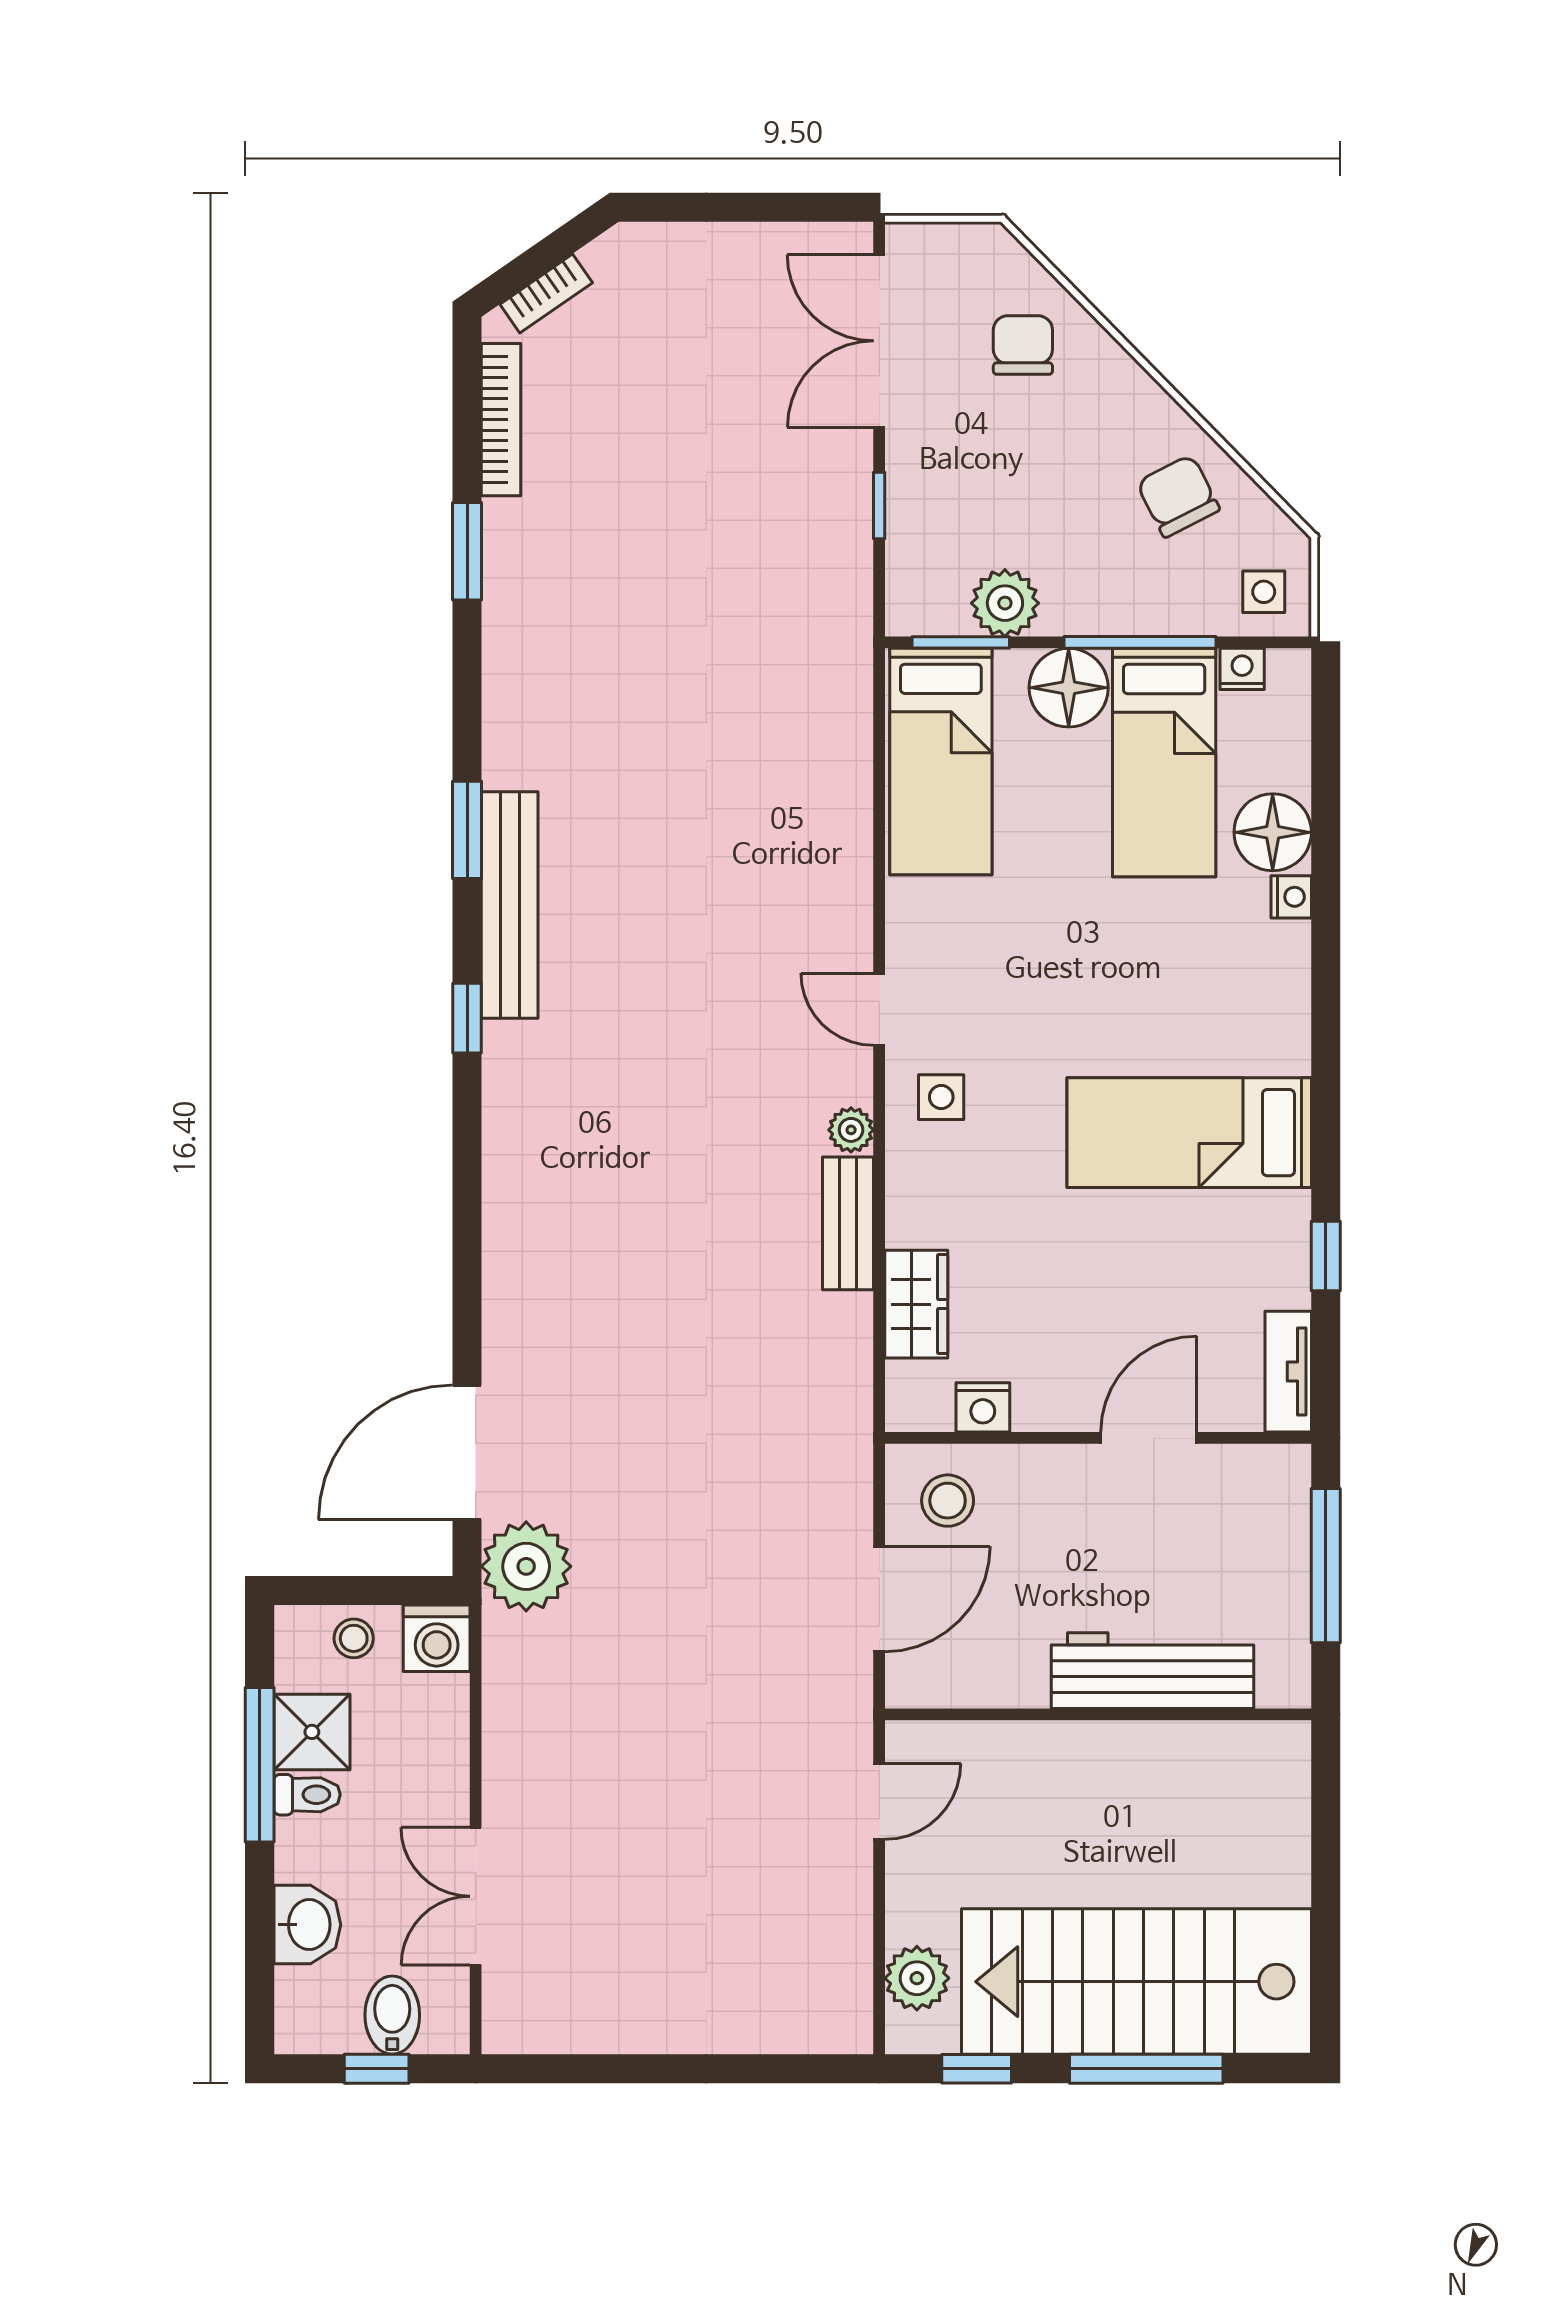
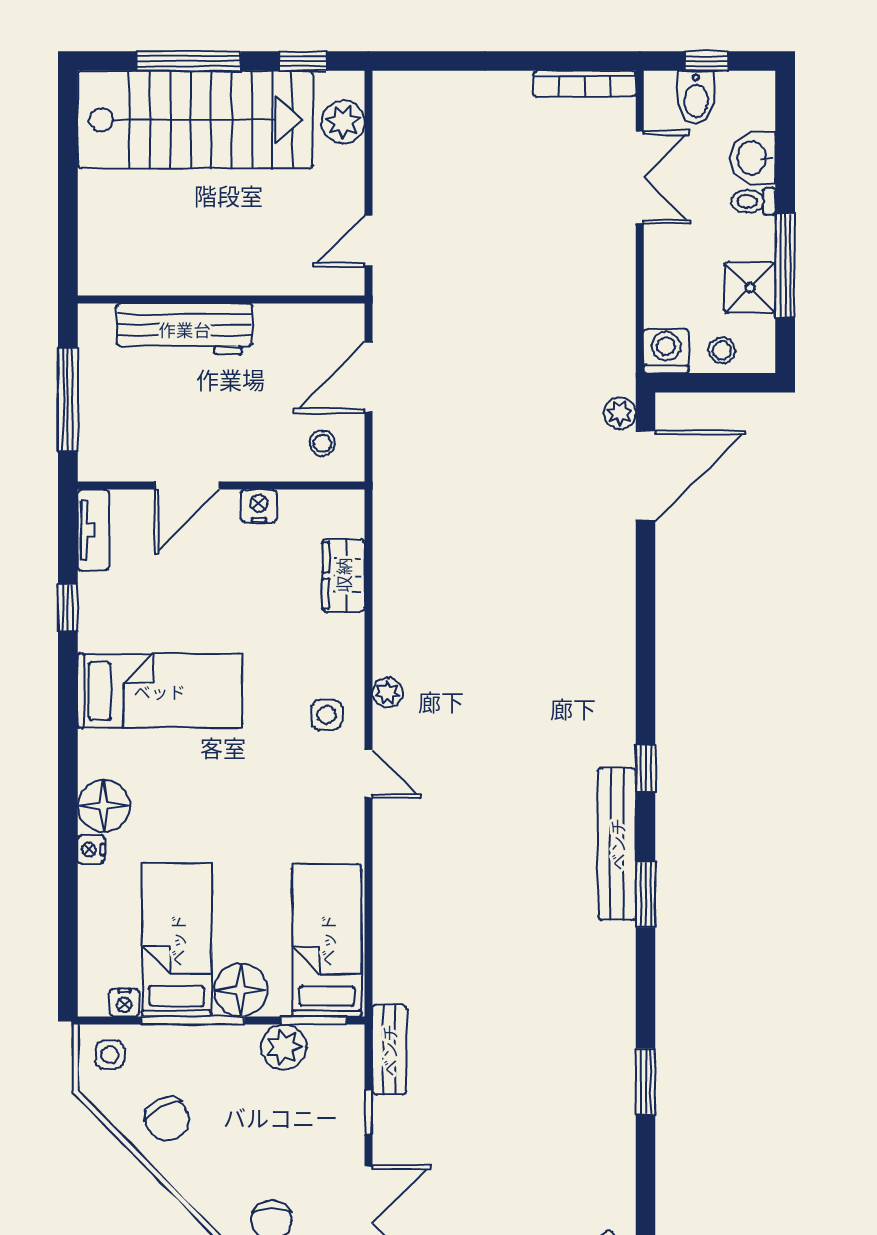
bookcase: (501, 420) -> (585, 84), moved, turned -90
floor lamp: (1273, 832) -> (104, 806), moved
bench: (848, 1223) -> (389, 1050), moved
nightstand: (983, 1407) -> (259, 506), moved
stool: (948, 1501) -> (322, 443), width x0.73, depth x0.73
plant: (526, 1566) -> (620, 413), width x0.53, depth x0.53
toilet: (307, 1795) -> (753, 201), moved

